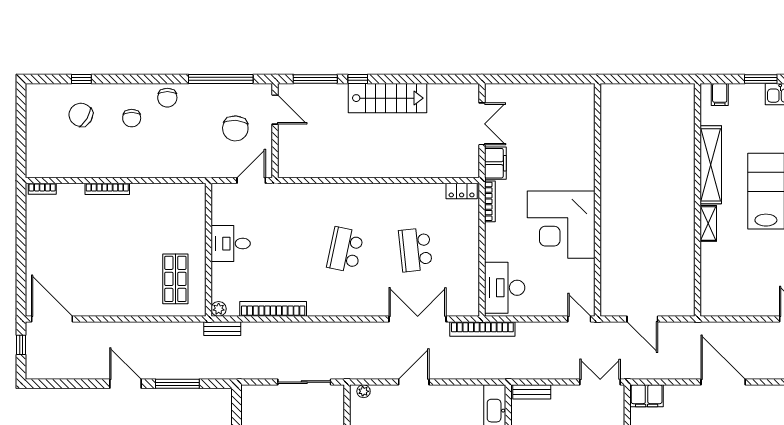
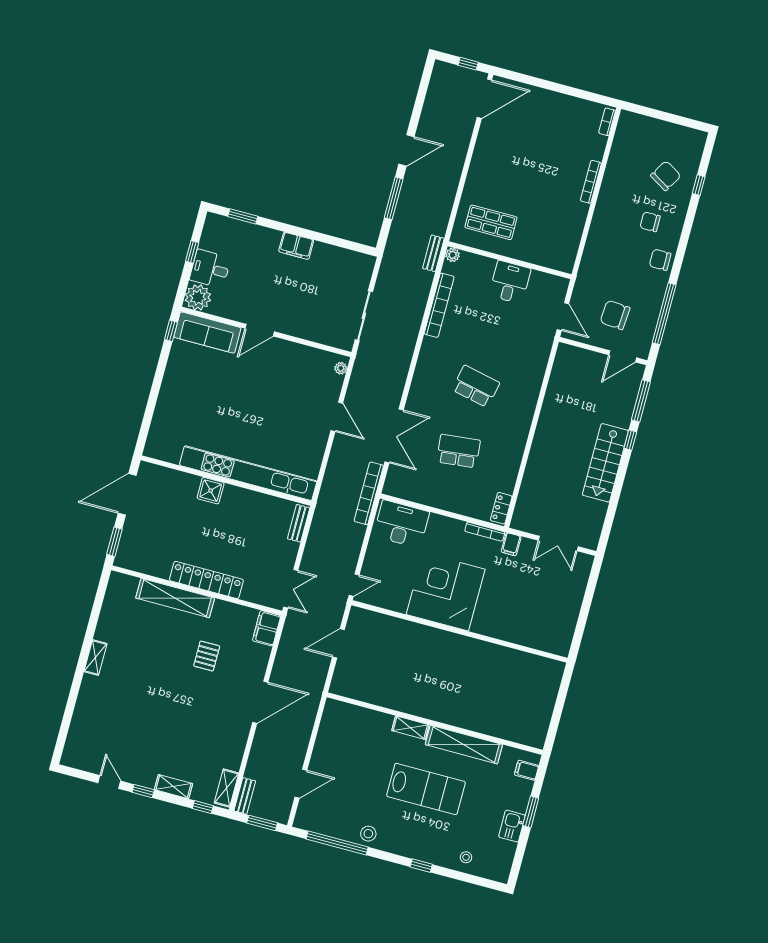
filing cabinet: (495, 163) -> (511, 544), width x0.50

